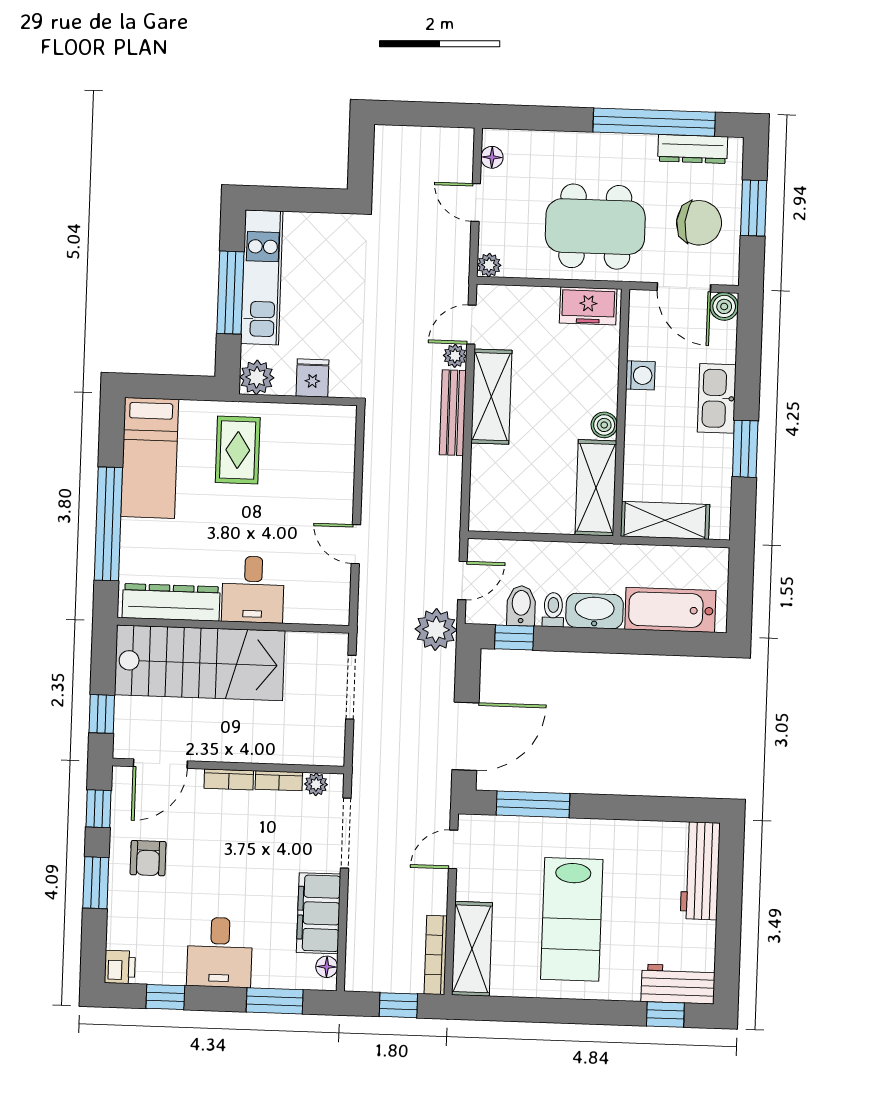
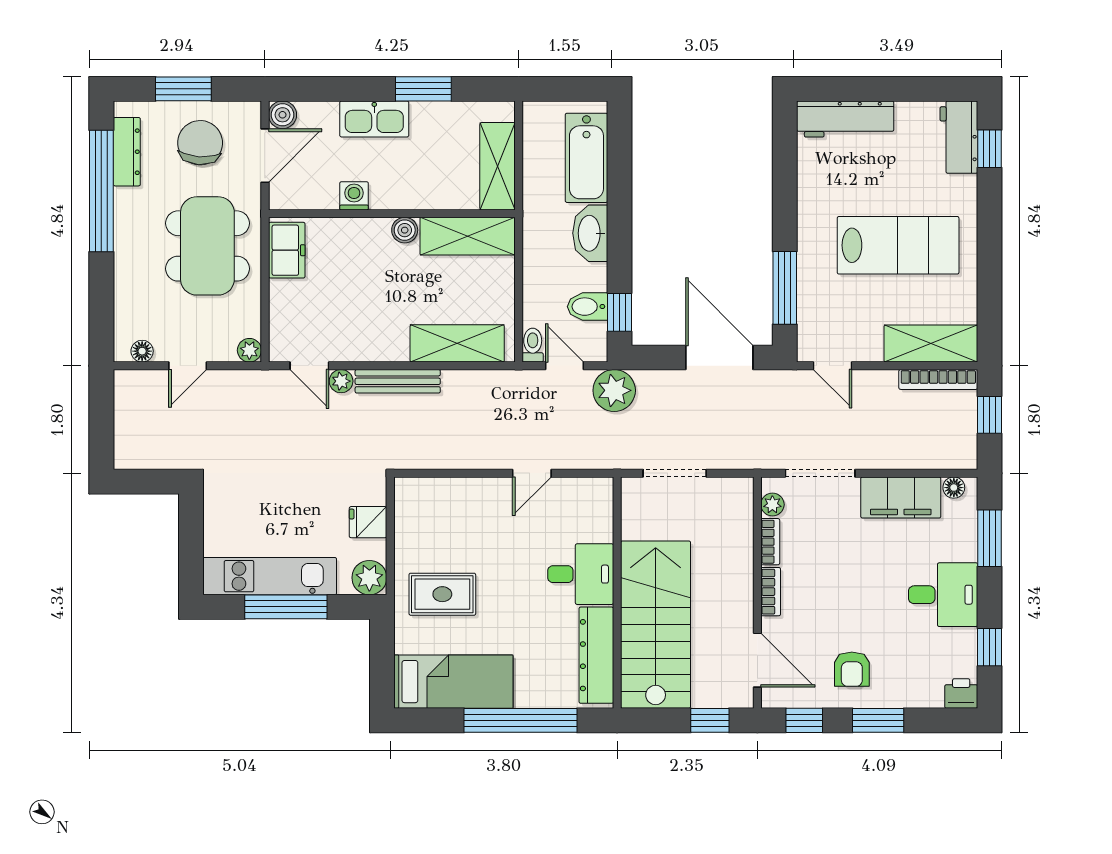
shelving: (491, 397) -> (457, 343), moved
toilet: (553, 610) -> (533, 345), moved, turned 90
armchair: (148, 858) -> (852, 669), turned 90

